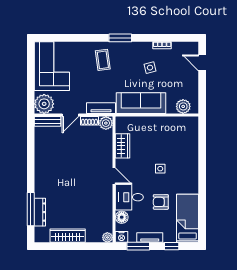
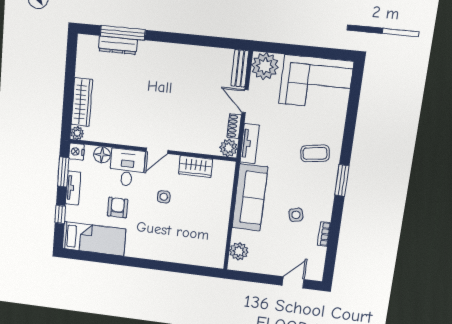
side table: (160, 169) -> (164, 197), moved
wardrobe: (68, 236) -> (82, 102), moved

